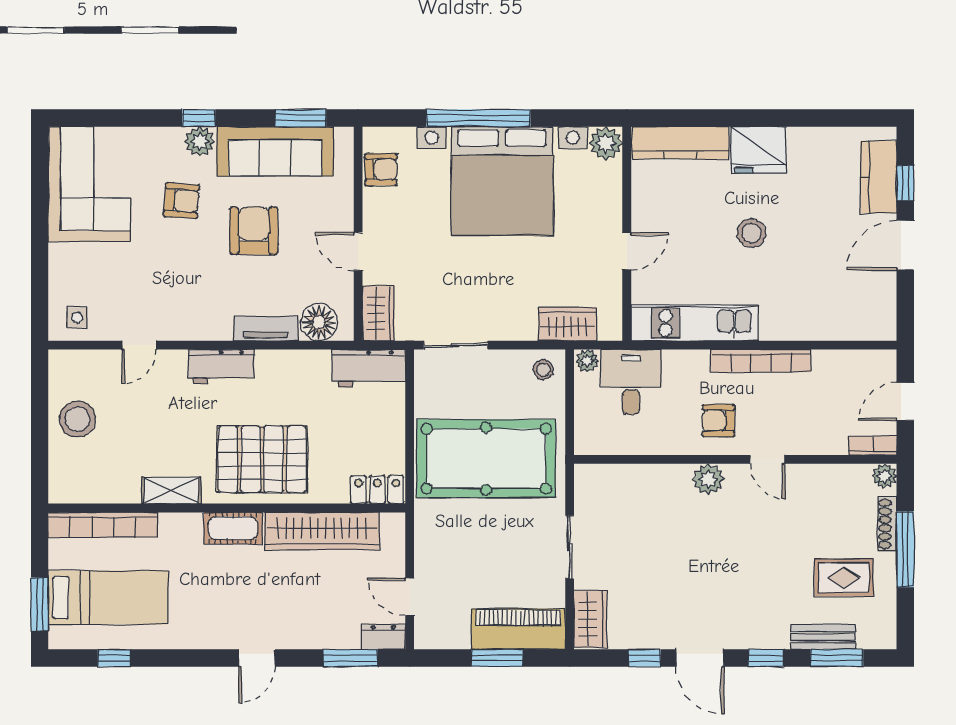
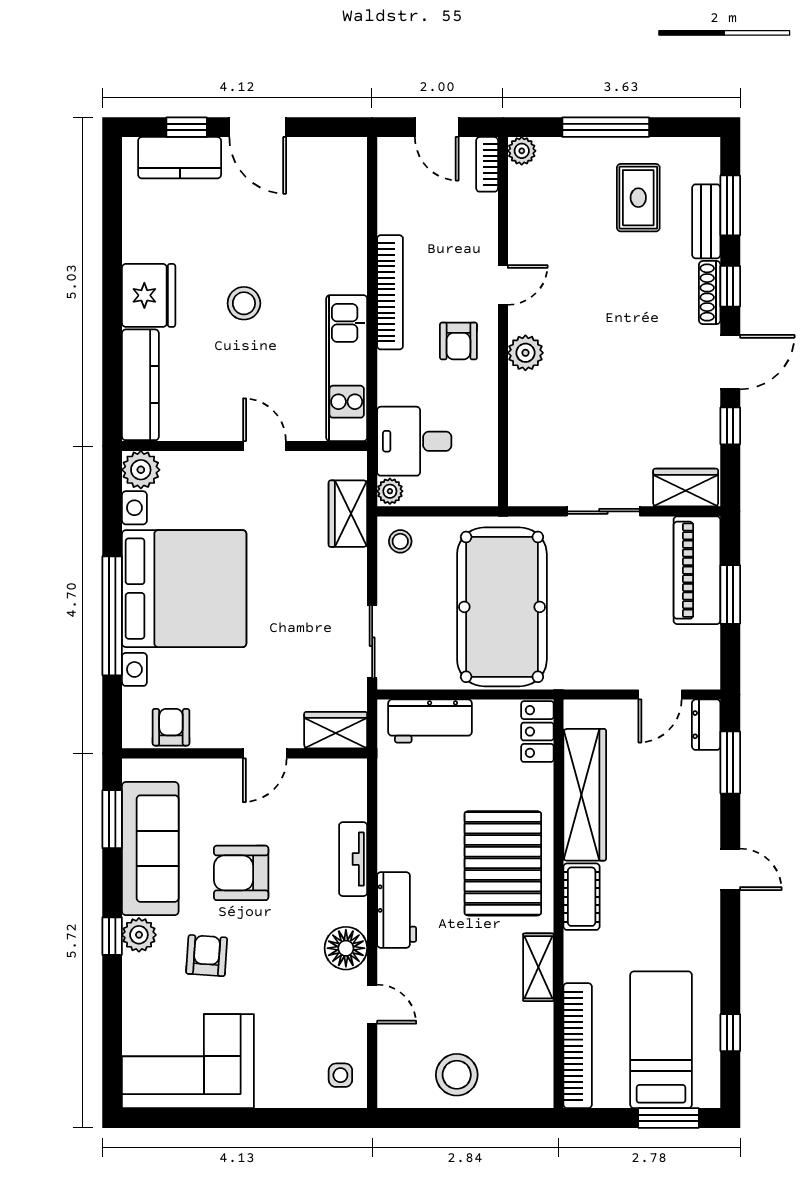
floor lamp: (319, 322) -> (346, 948), moved
workbench: (369, 368) -> (430, 721), moved, turned 90
shoe rack: (887, 524) -> (710, 293), moved, turned 90

